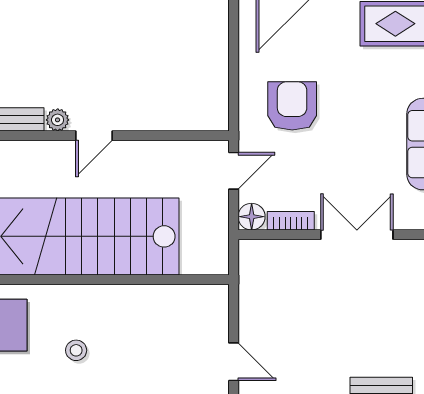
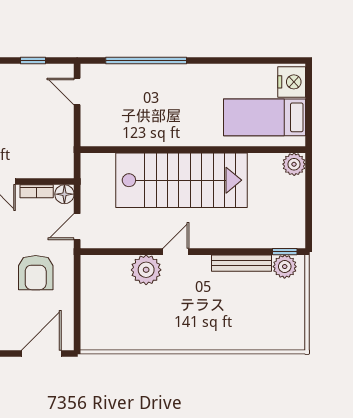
plant: (58, 120) -> (146, 270), moved, width x1.88, depth x1.88
stool: (76, 350) -> (189, 100), removed

